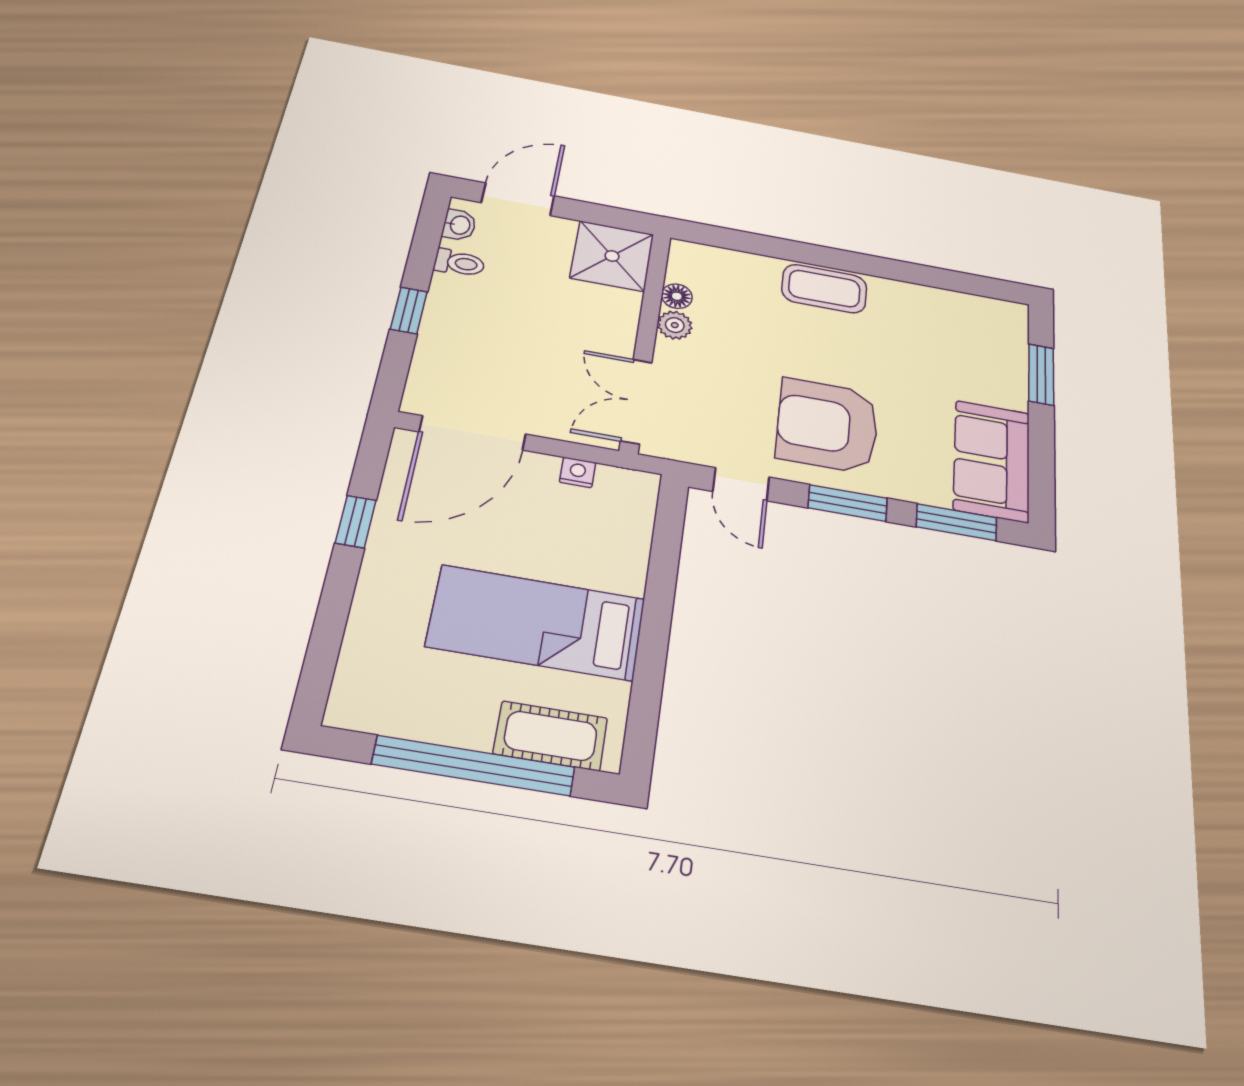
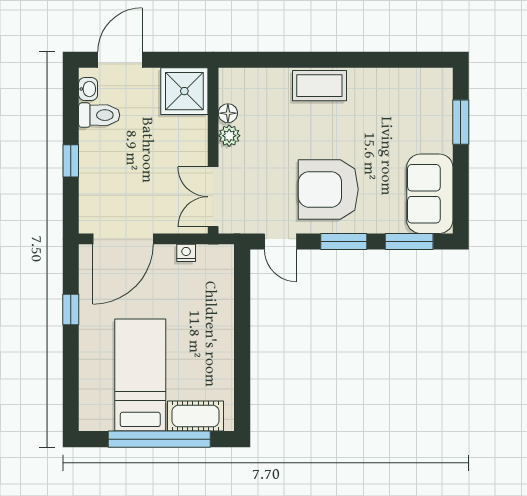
toilet: (459, 263) -> (99, 115), width x1.37, depth x1.39
bed: (537, 623) -> (140, 375), moved, turned 90

